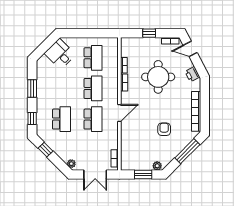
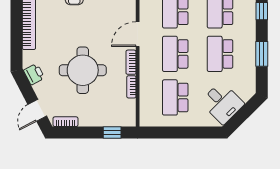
window: (149, 33) -> (112, 133), moved
door: (190, 49) -> (37, 110), swing flipped
school desk: (62, 88) -> (220, 54), added
door: (119, 113) -> (138, 34), moved

